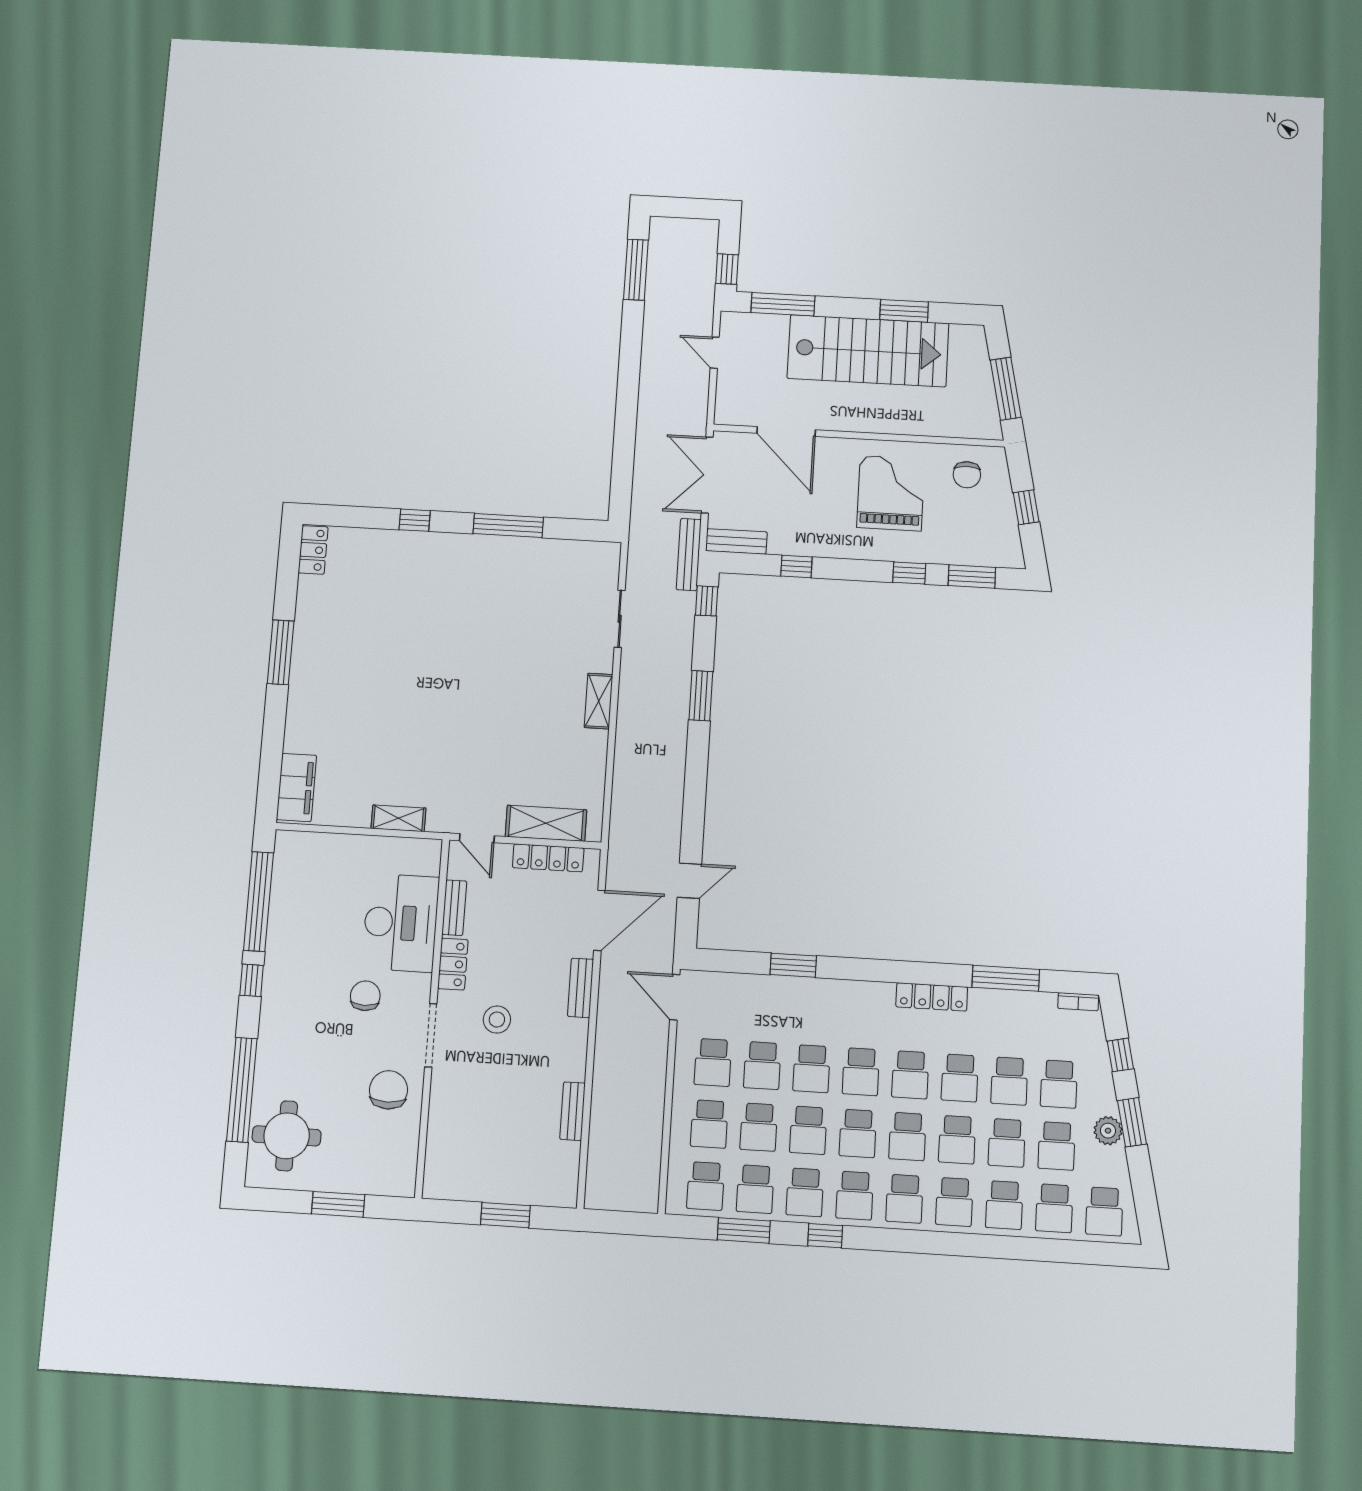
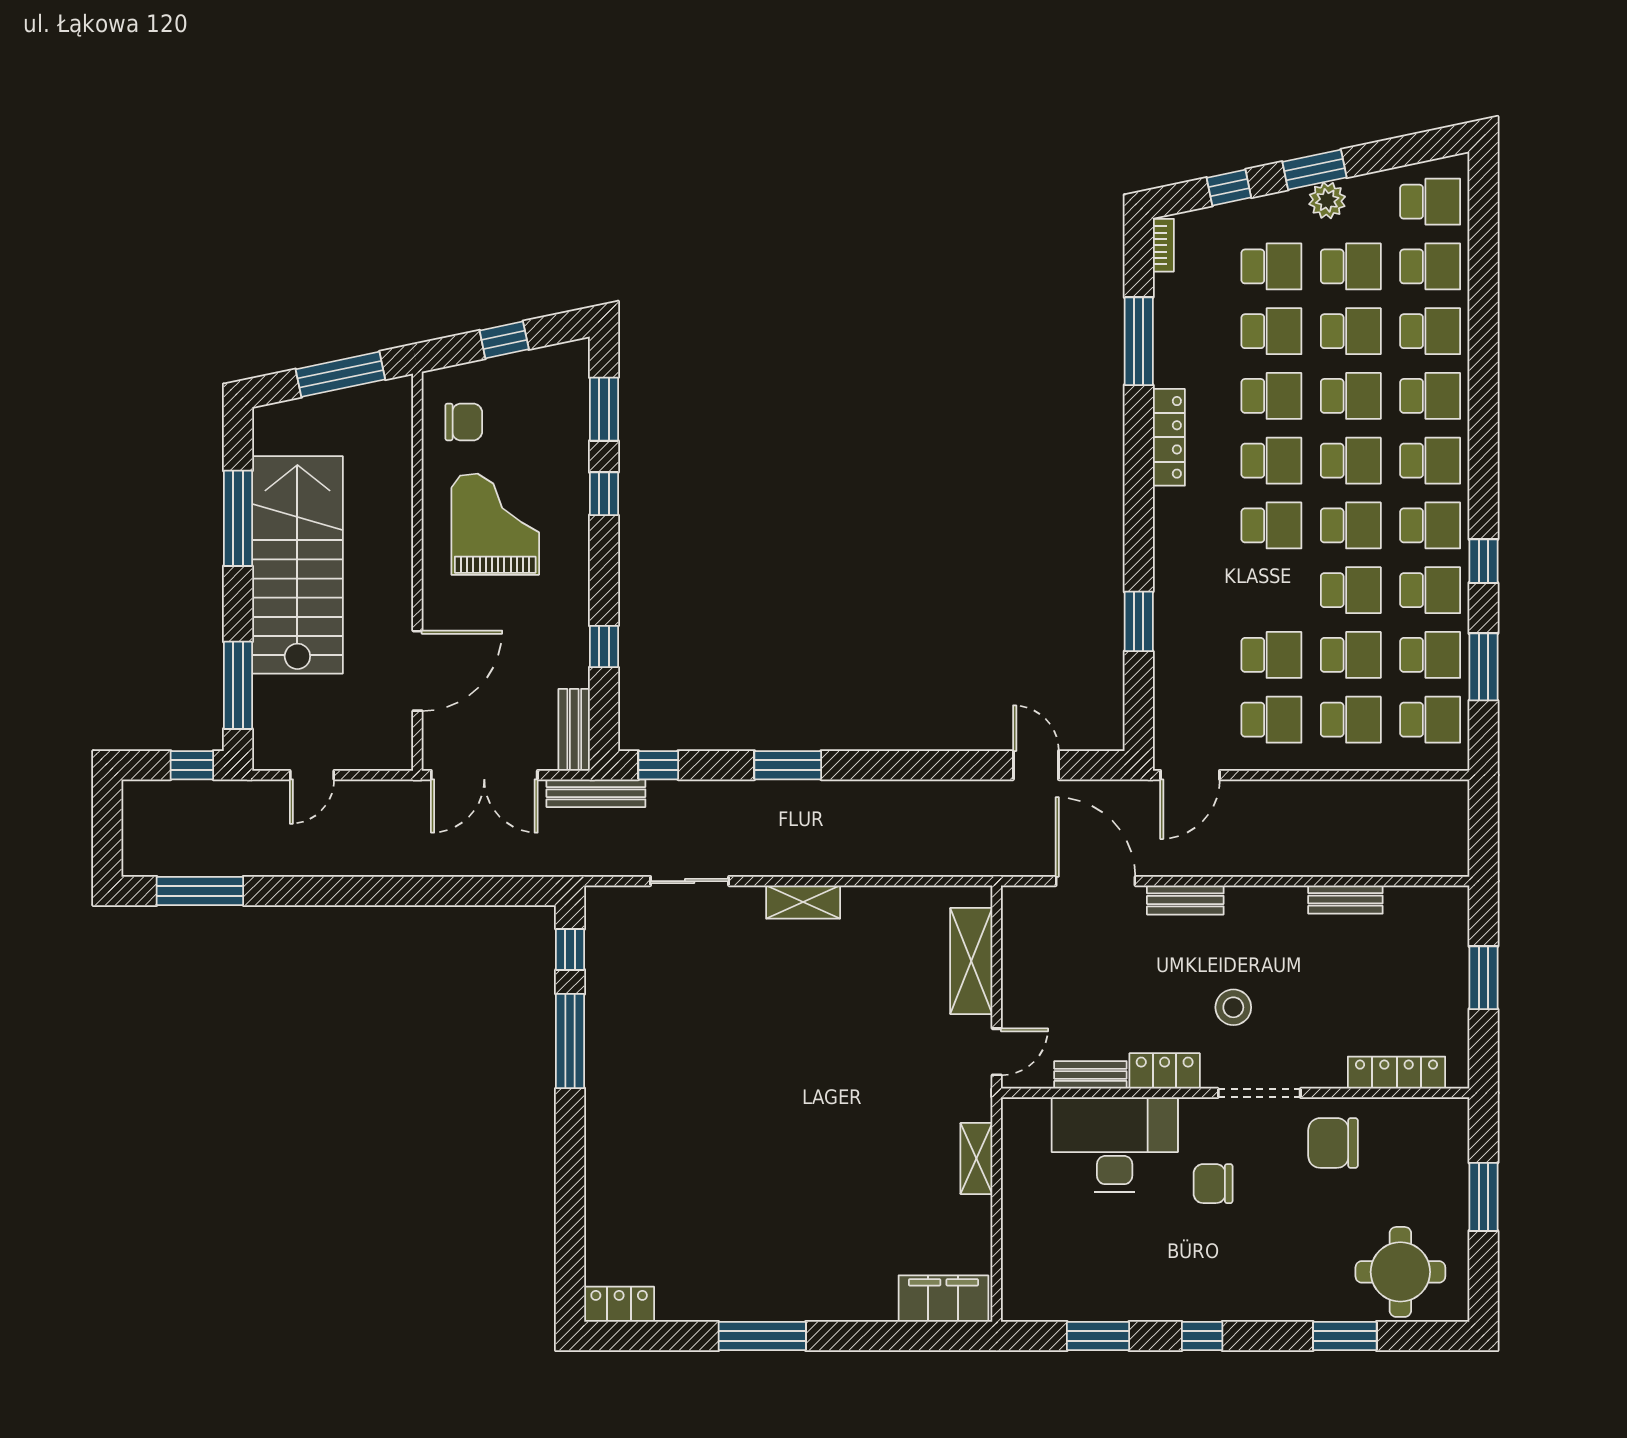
window: (904, 311) -> (238, 518), width x1.44
grand piano: (891, 493) -> (495, 524), turned 90
window: (415, 520) -> (570, 949), moved
locker: (548, 858) -> (1397, 1073), moved, turned -90
window: (259, 901) -> (1098, 1336), width x0.47
school desk: (811, 1069) -> (1271, 590), removed
window: (242, 1090) -> (1345, 1336), width x0.47

